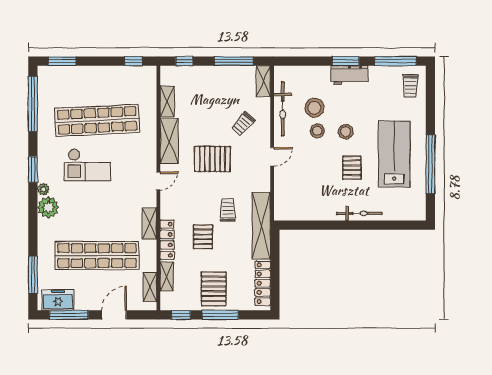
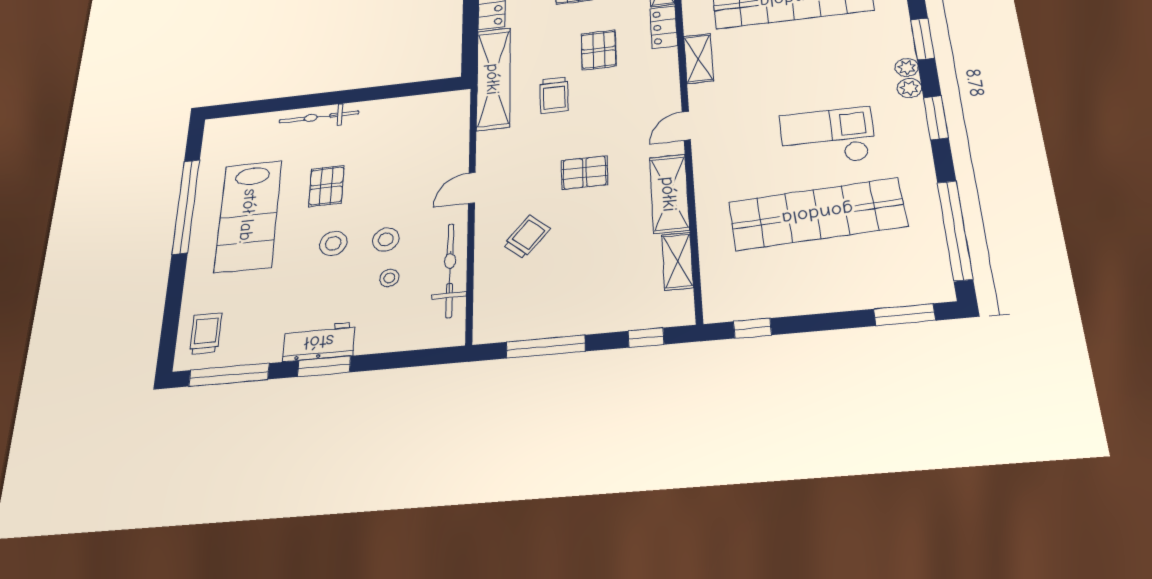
shelving: (263, 81) -> (486, 315), removed
stool: (314, 108) -> (389, 278), width x0.53, depth x0.53
pallet: (212, 159) -> (585, 173), width x0.67, depth x0.71
plant: (48, 207) -> (907, 67), width x0.53, depth x0.53
window: (33, 219) -> (923, 39), added
locker: (167, 240) -> (664, 27), width x0.66

